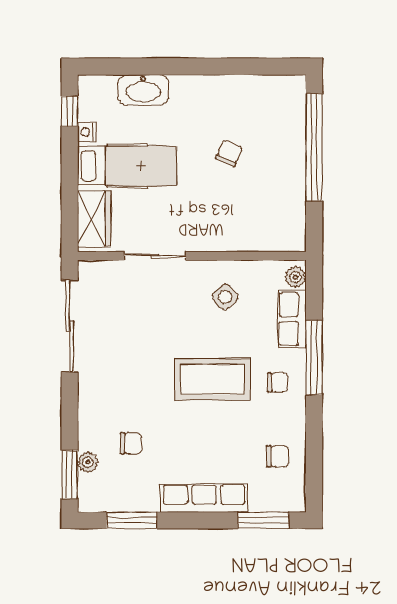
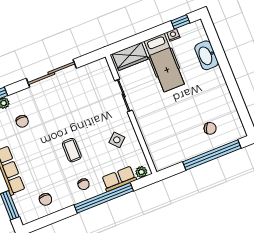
chair: (229, 153) -> (210, 128), moved
sliding door: (70, 326) -> (51, 73), moved
window: (314, 357) -> (104, 198), width x1.46
coffee table: (212, 379) -> (72, 150), width x0.54, depth x0.58

